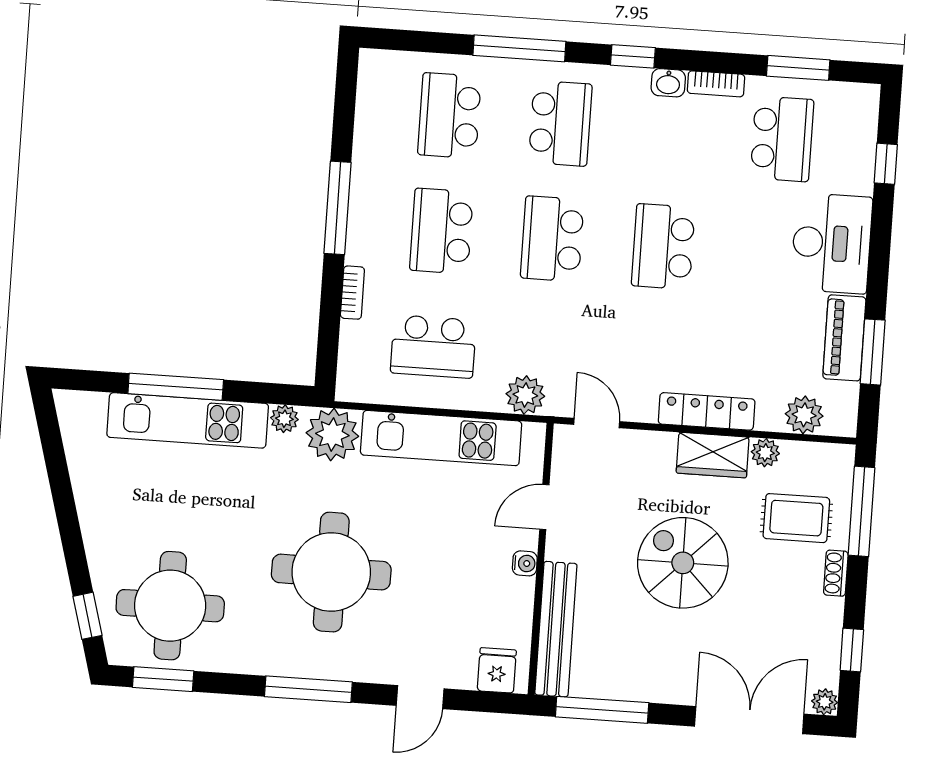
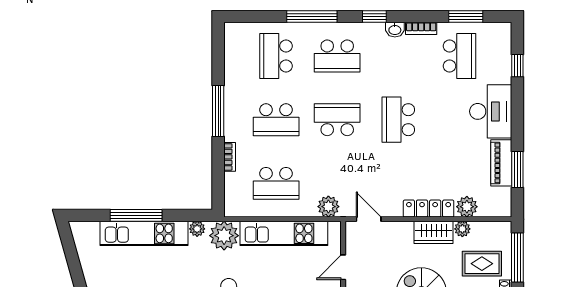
school desk: (560, 123) -> (337, 56), turned 90
school desk: (441, 231) -> (276, 120), turned -90
school desk: (552, 239) -> (337, 120), turned 90
plant: (804, 415) -> (467, 207), moved

